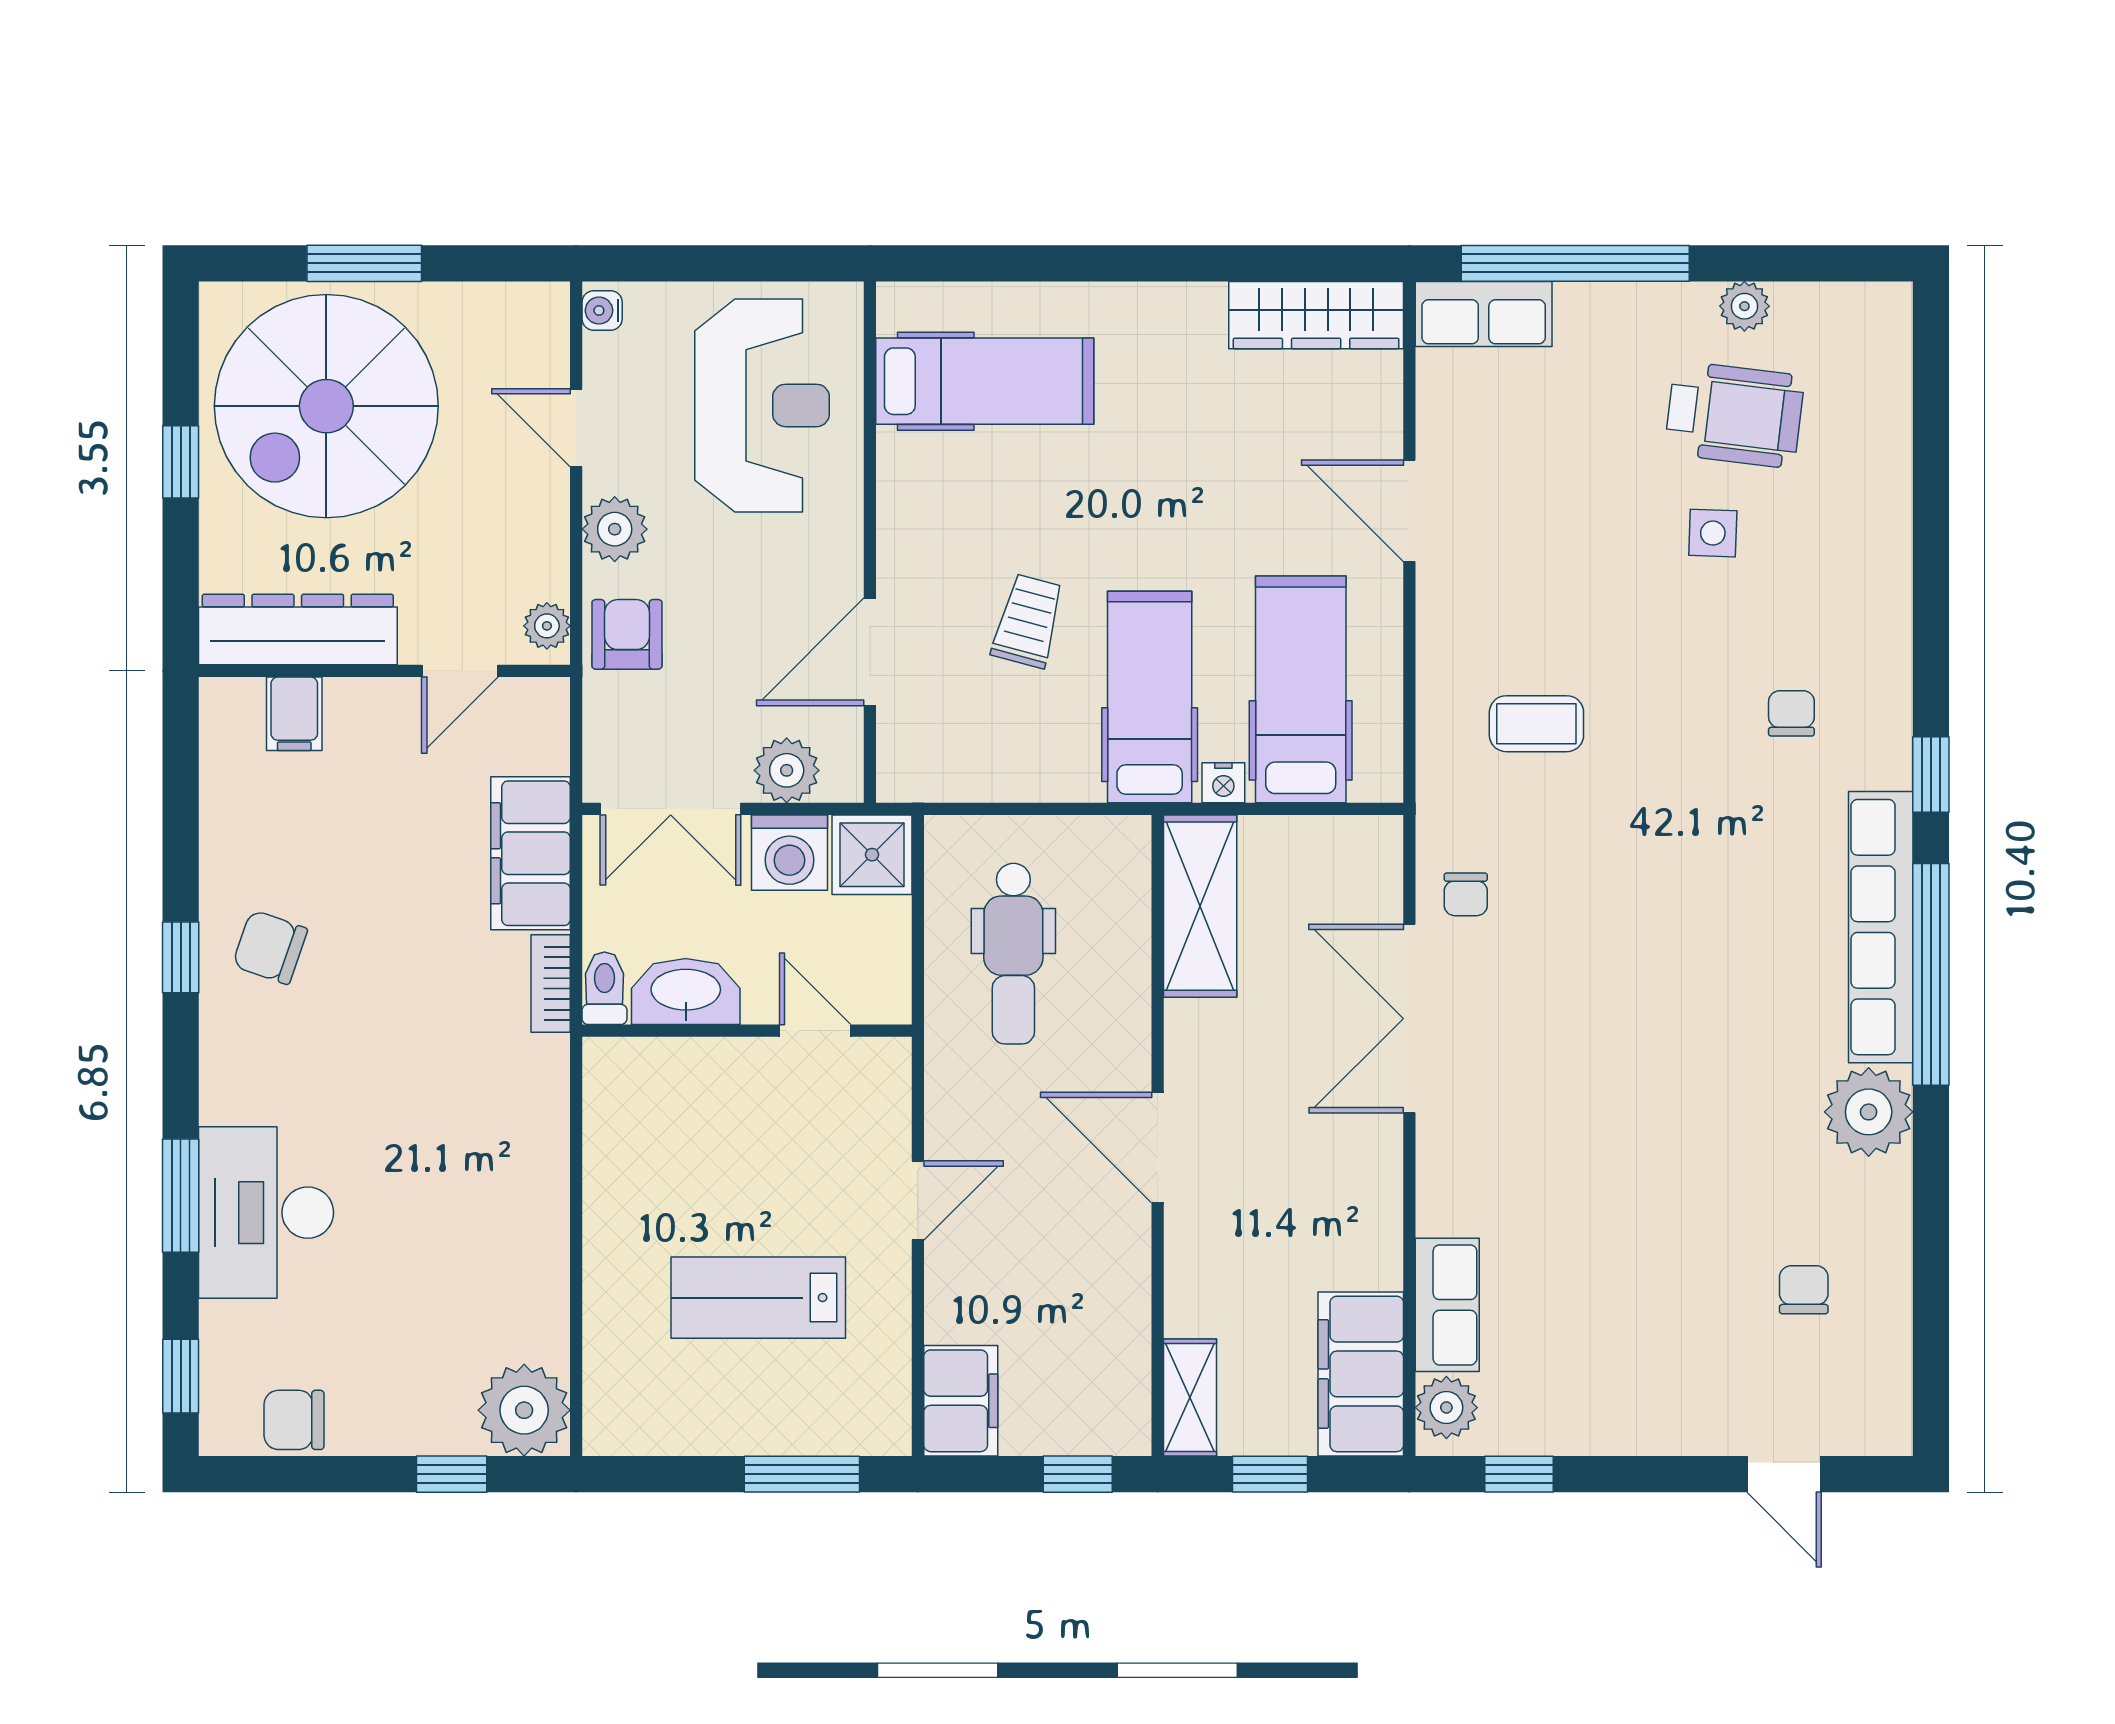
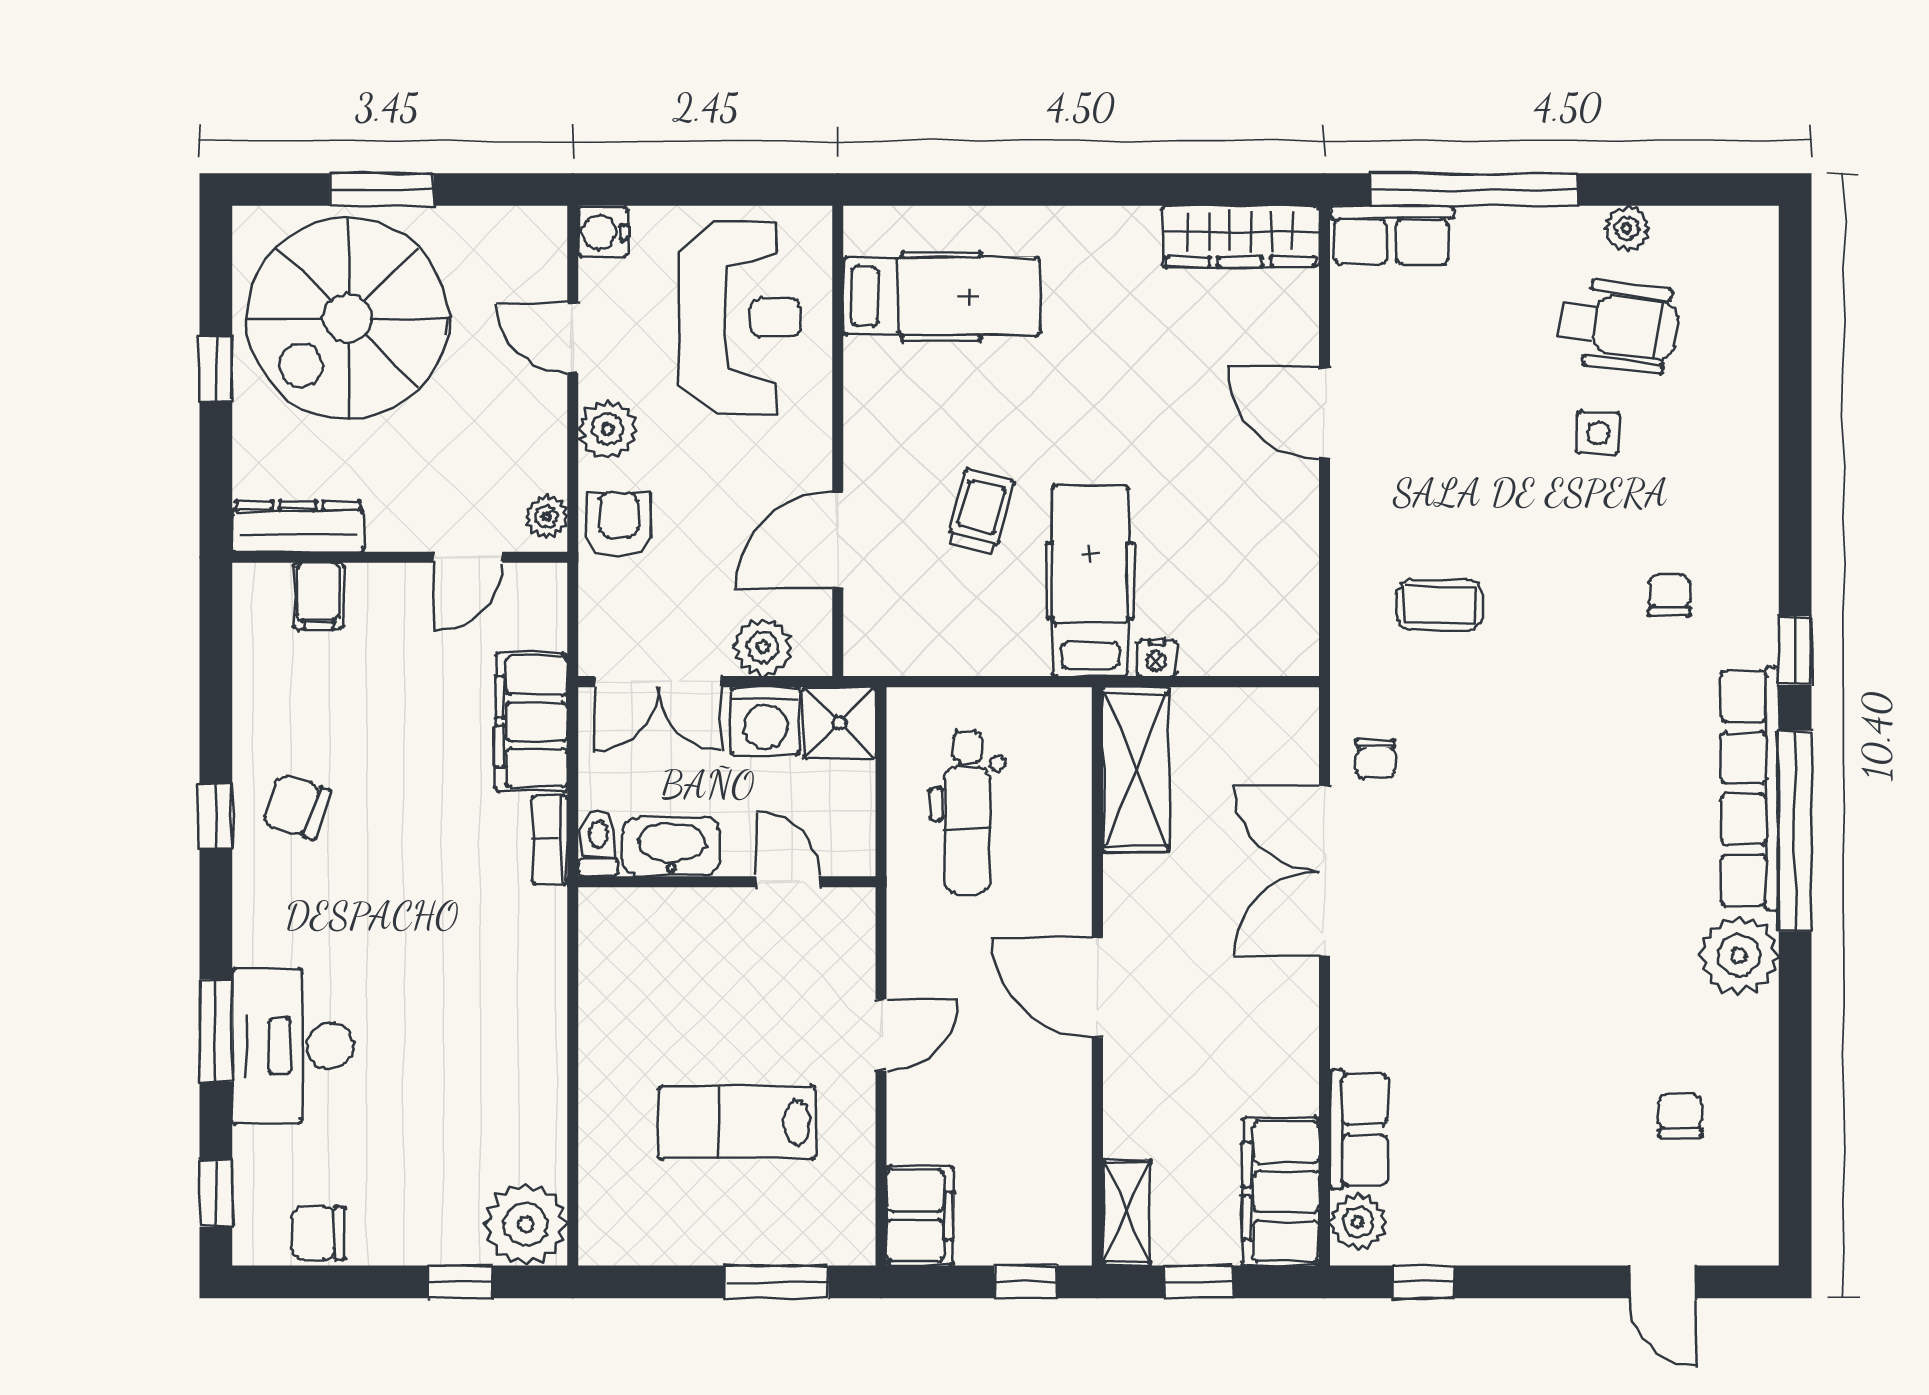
water cooler: (602, 311) -> (603, 232), width x1.38, depth x1.38
dresser: (298, 630) -> (298, 526), width x0.73, depth x0.80
hospital bed: (1301, 689) -> (1226, 574), removed

